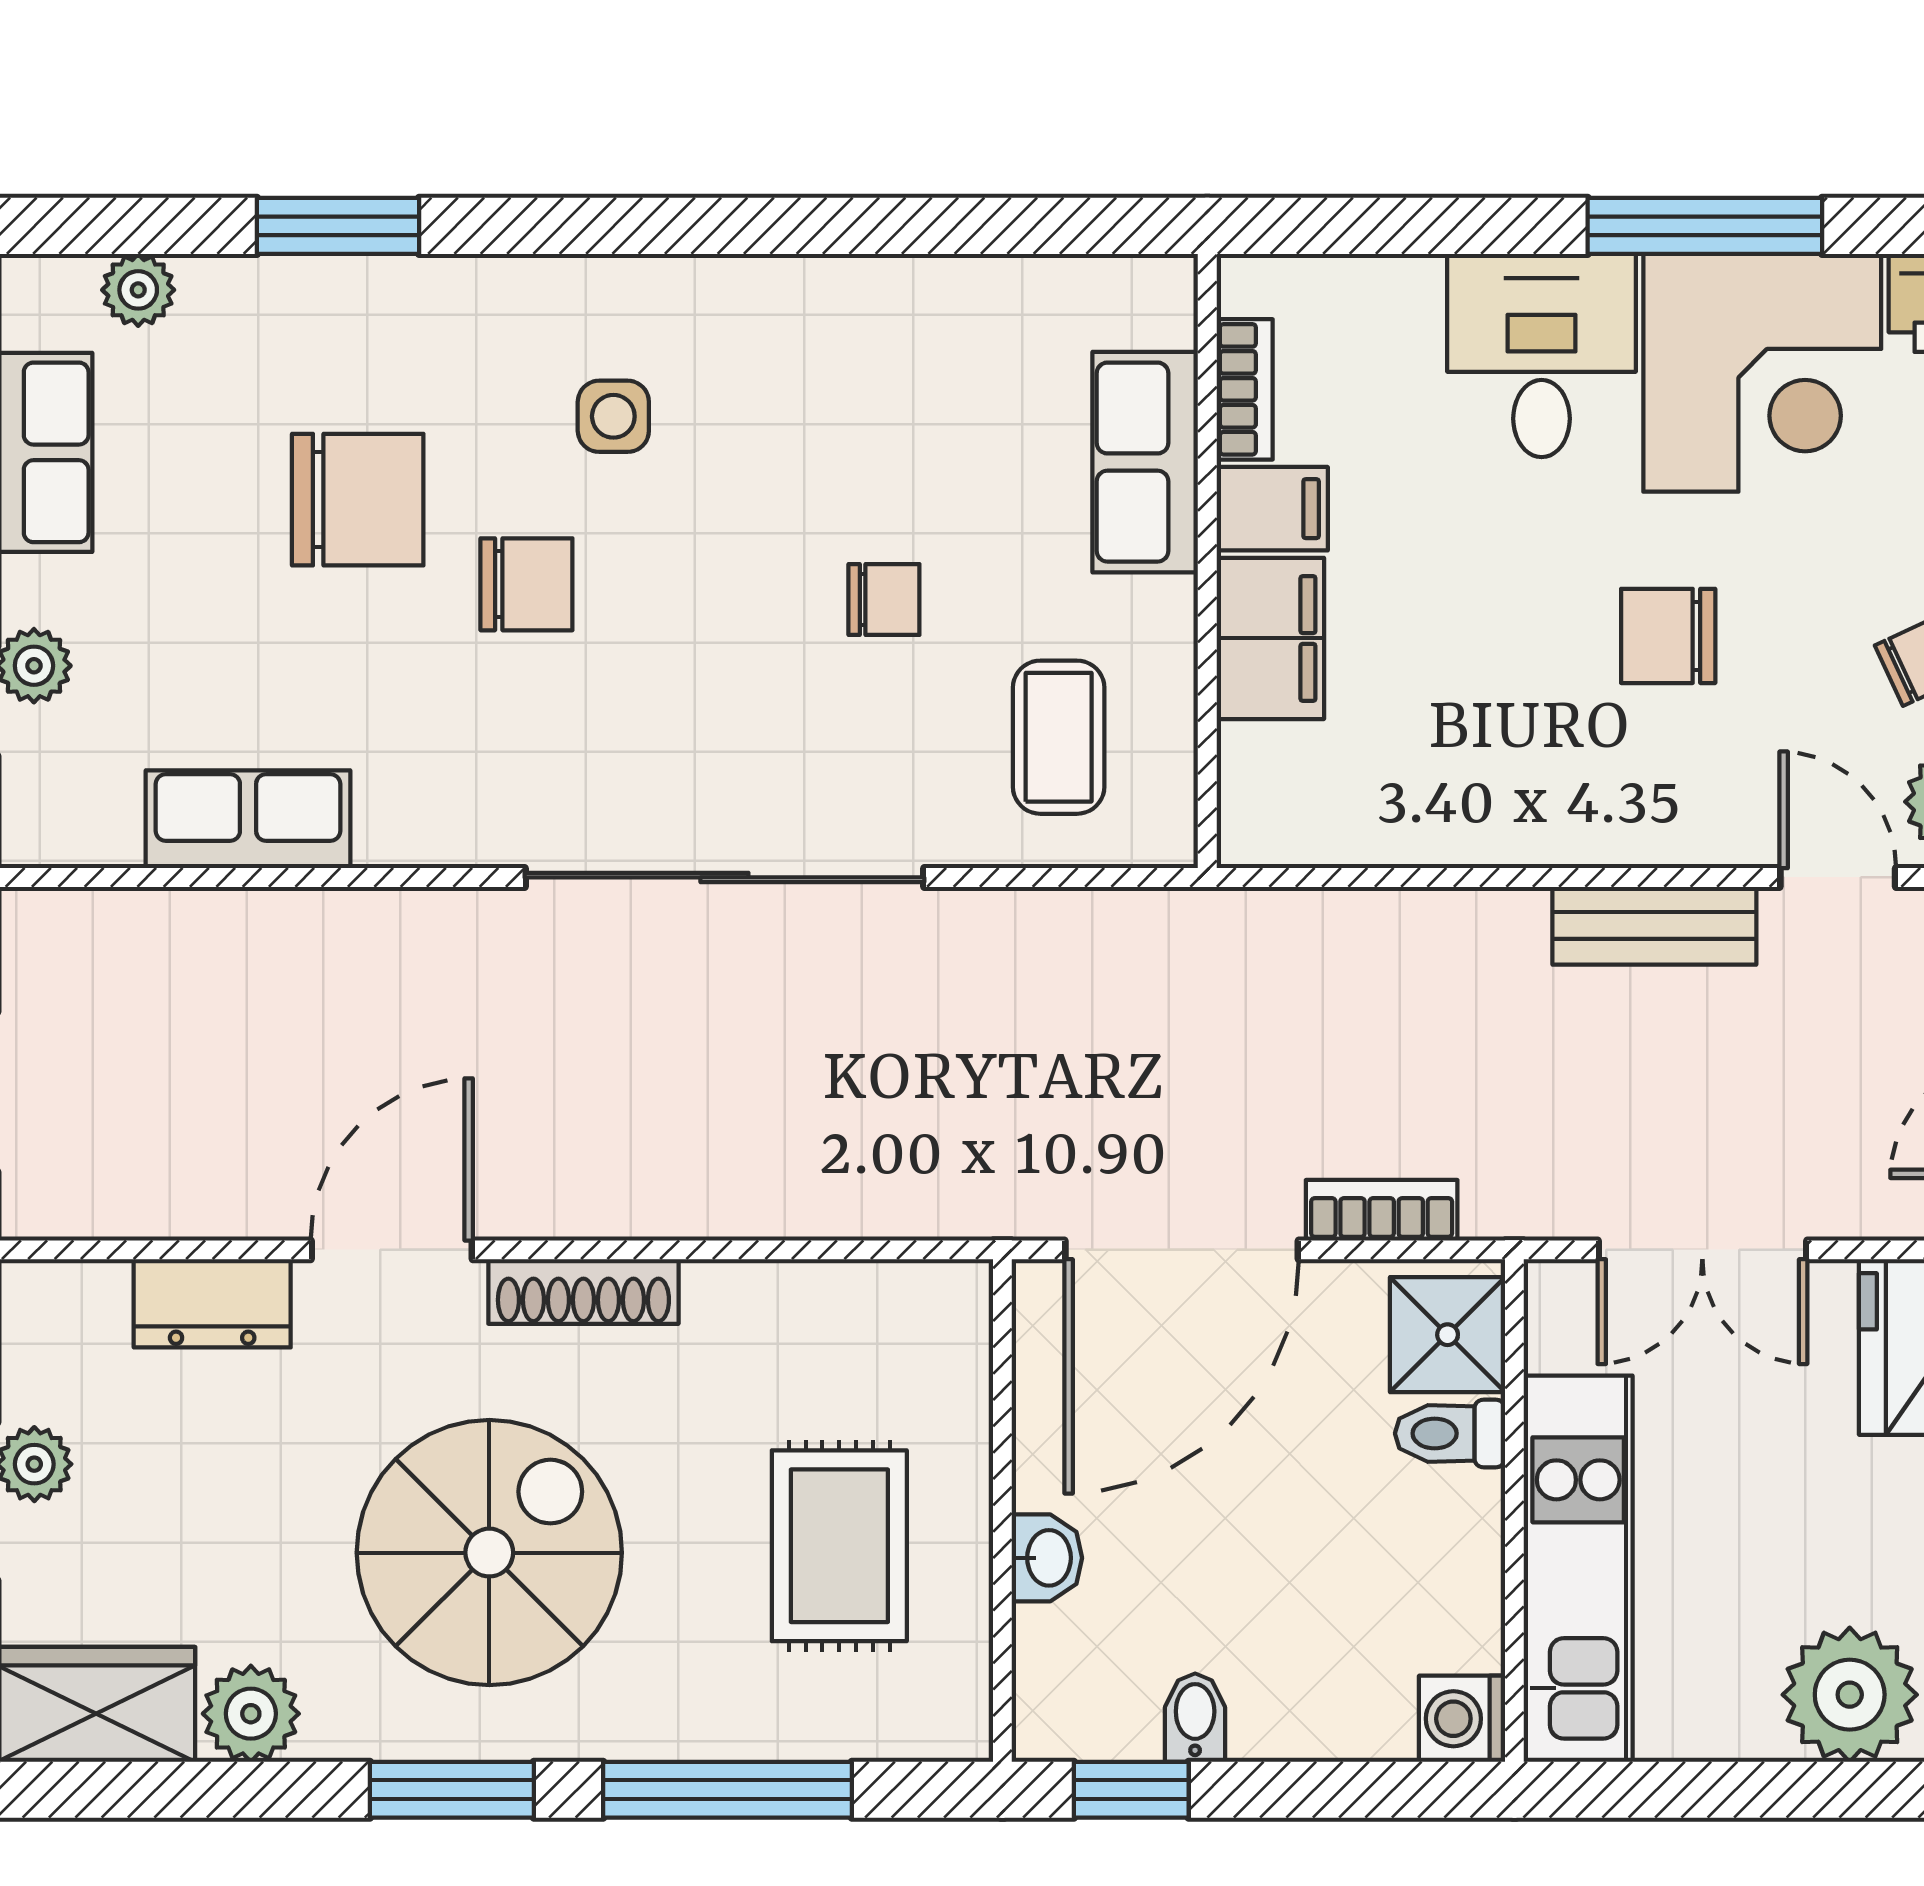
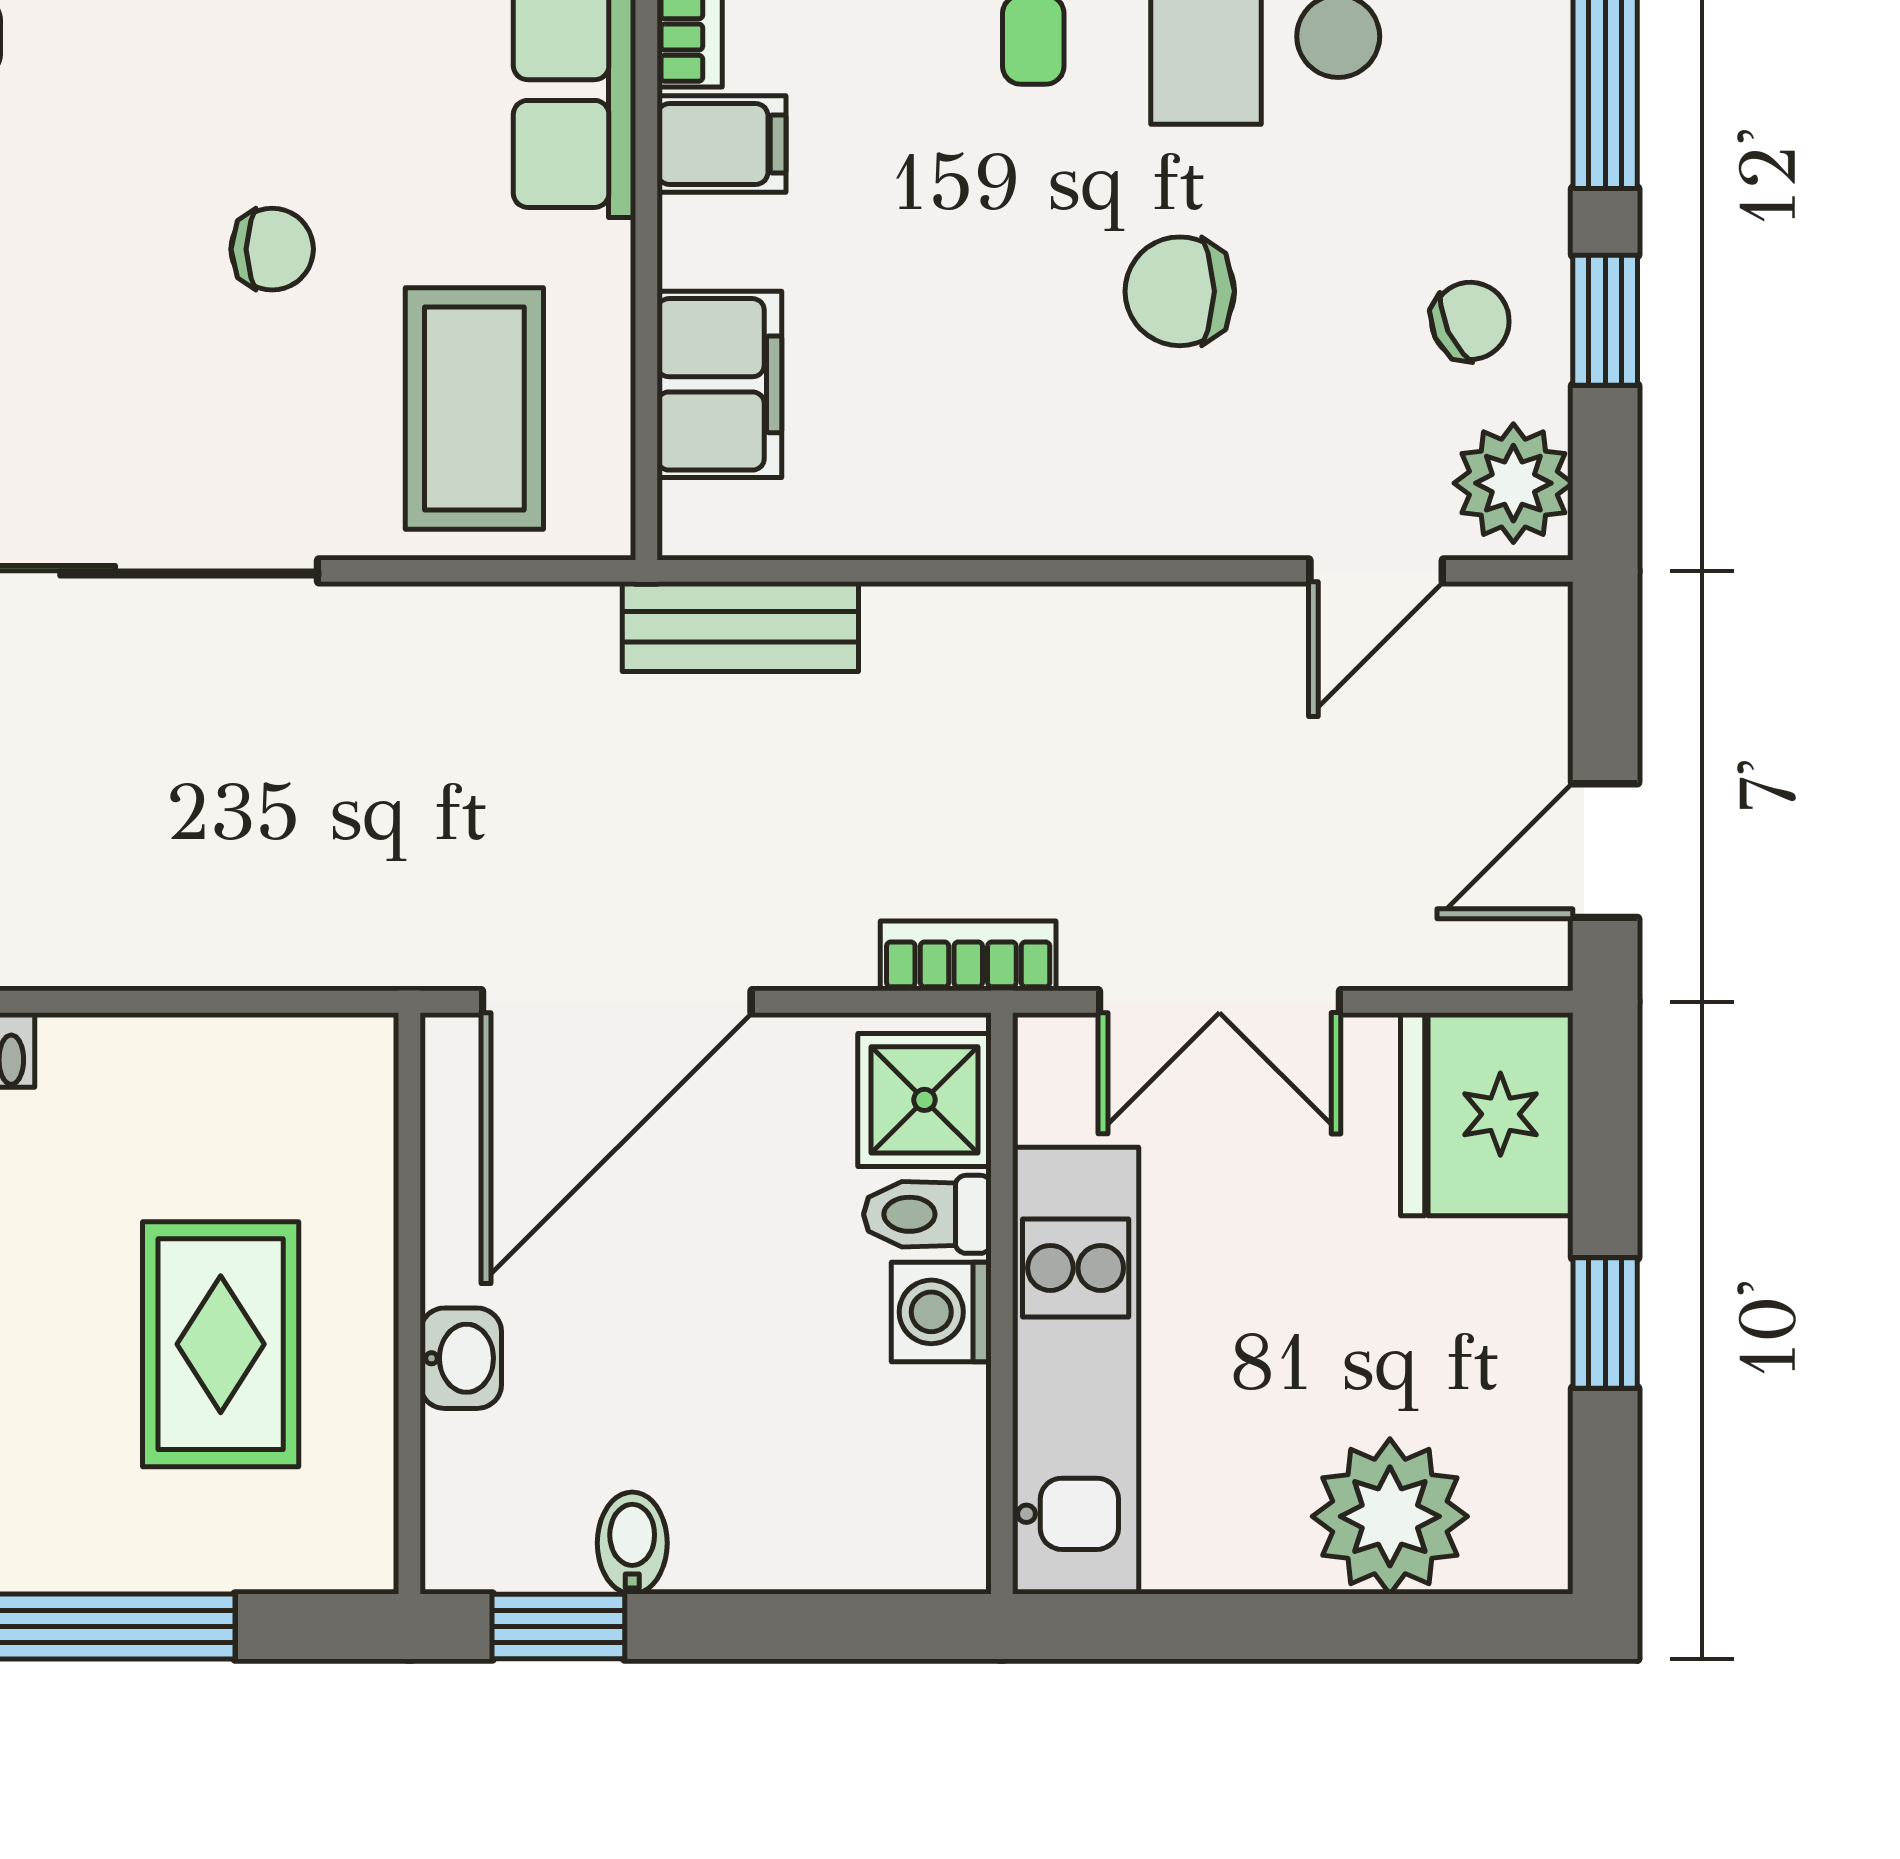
filing cabinet: (1270, 638) -> (719, 384), moved
coffee table: (1059, 737) -> (474, 408), width x1.36, depth x1.30
door: (1838, 877) -> (1376, 571), swing flipped
bench: (1654, 926) -> (740, 627), moved
bookcase: (1382, 1210) -> (968, 956), moved
washing machine: (1462, 1719) -> (941, 1312), moved

